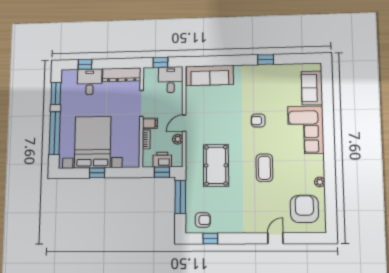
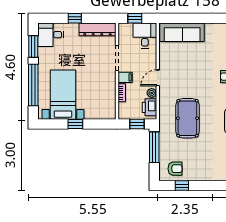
window: (85, 64) -> (75, 18), moved
desk: (90, 82) -> (51, 35), moved, turned -90
bed with nightstands: (93, 142) -> (63, 95), width x0.73
printer: (162, 160) -> (149, 107), moved, turned -90

